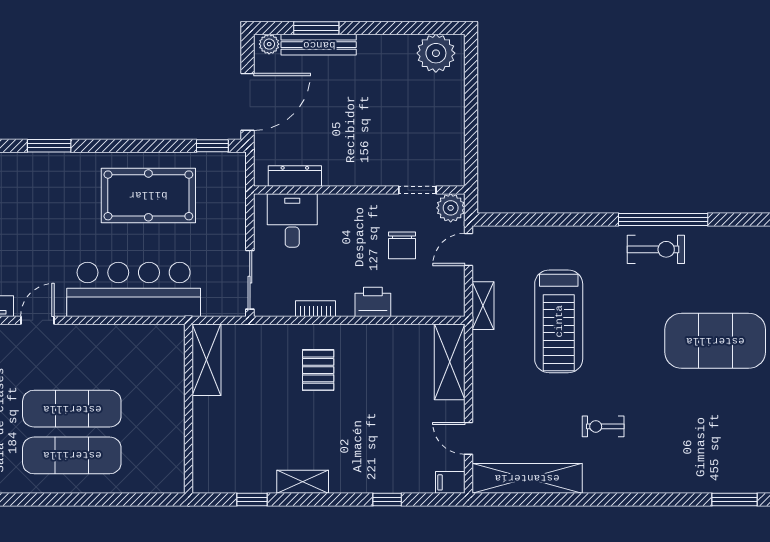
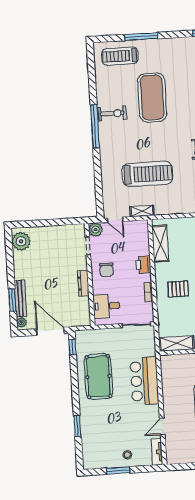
dresser: (295, 176) -> (83, 283), moved
chair: (402, 245) -> (107, 270), moved, turned 90
exercise bike: (656, 249) -> (112, 113), moved, turned 90
bar counter: (134, 289) -> (144, 381), width x0.73
door: (38, 320) -> (162, 427), hinge flipped
shelving: (450, 362) -> (160, 244), moved, turned 90

